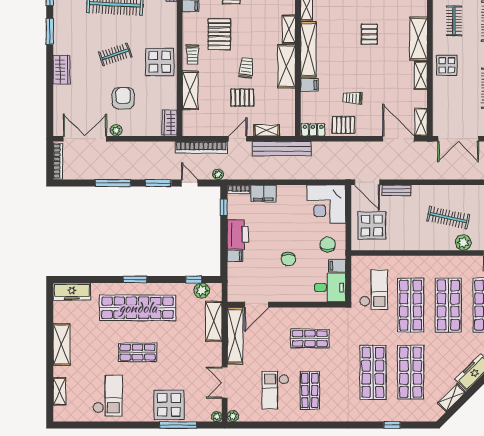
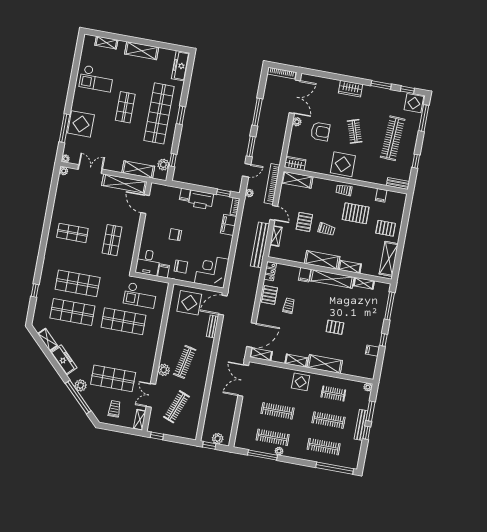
shelving: (190, 90) -> (297, 180), moved
shop shelf: (448, 305) -> (118, 350), removed
checkout: (275, 390) -> (77, 207), removed

